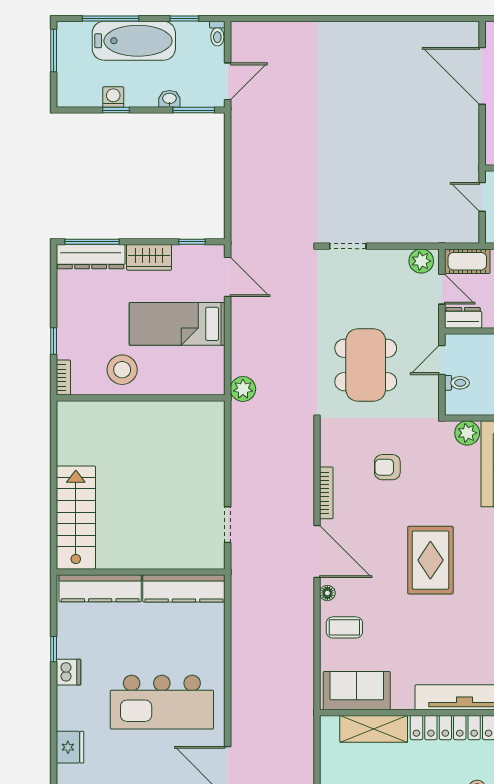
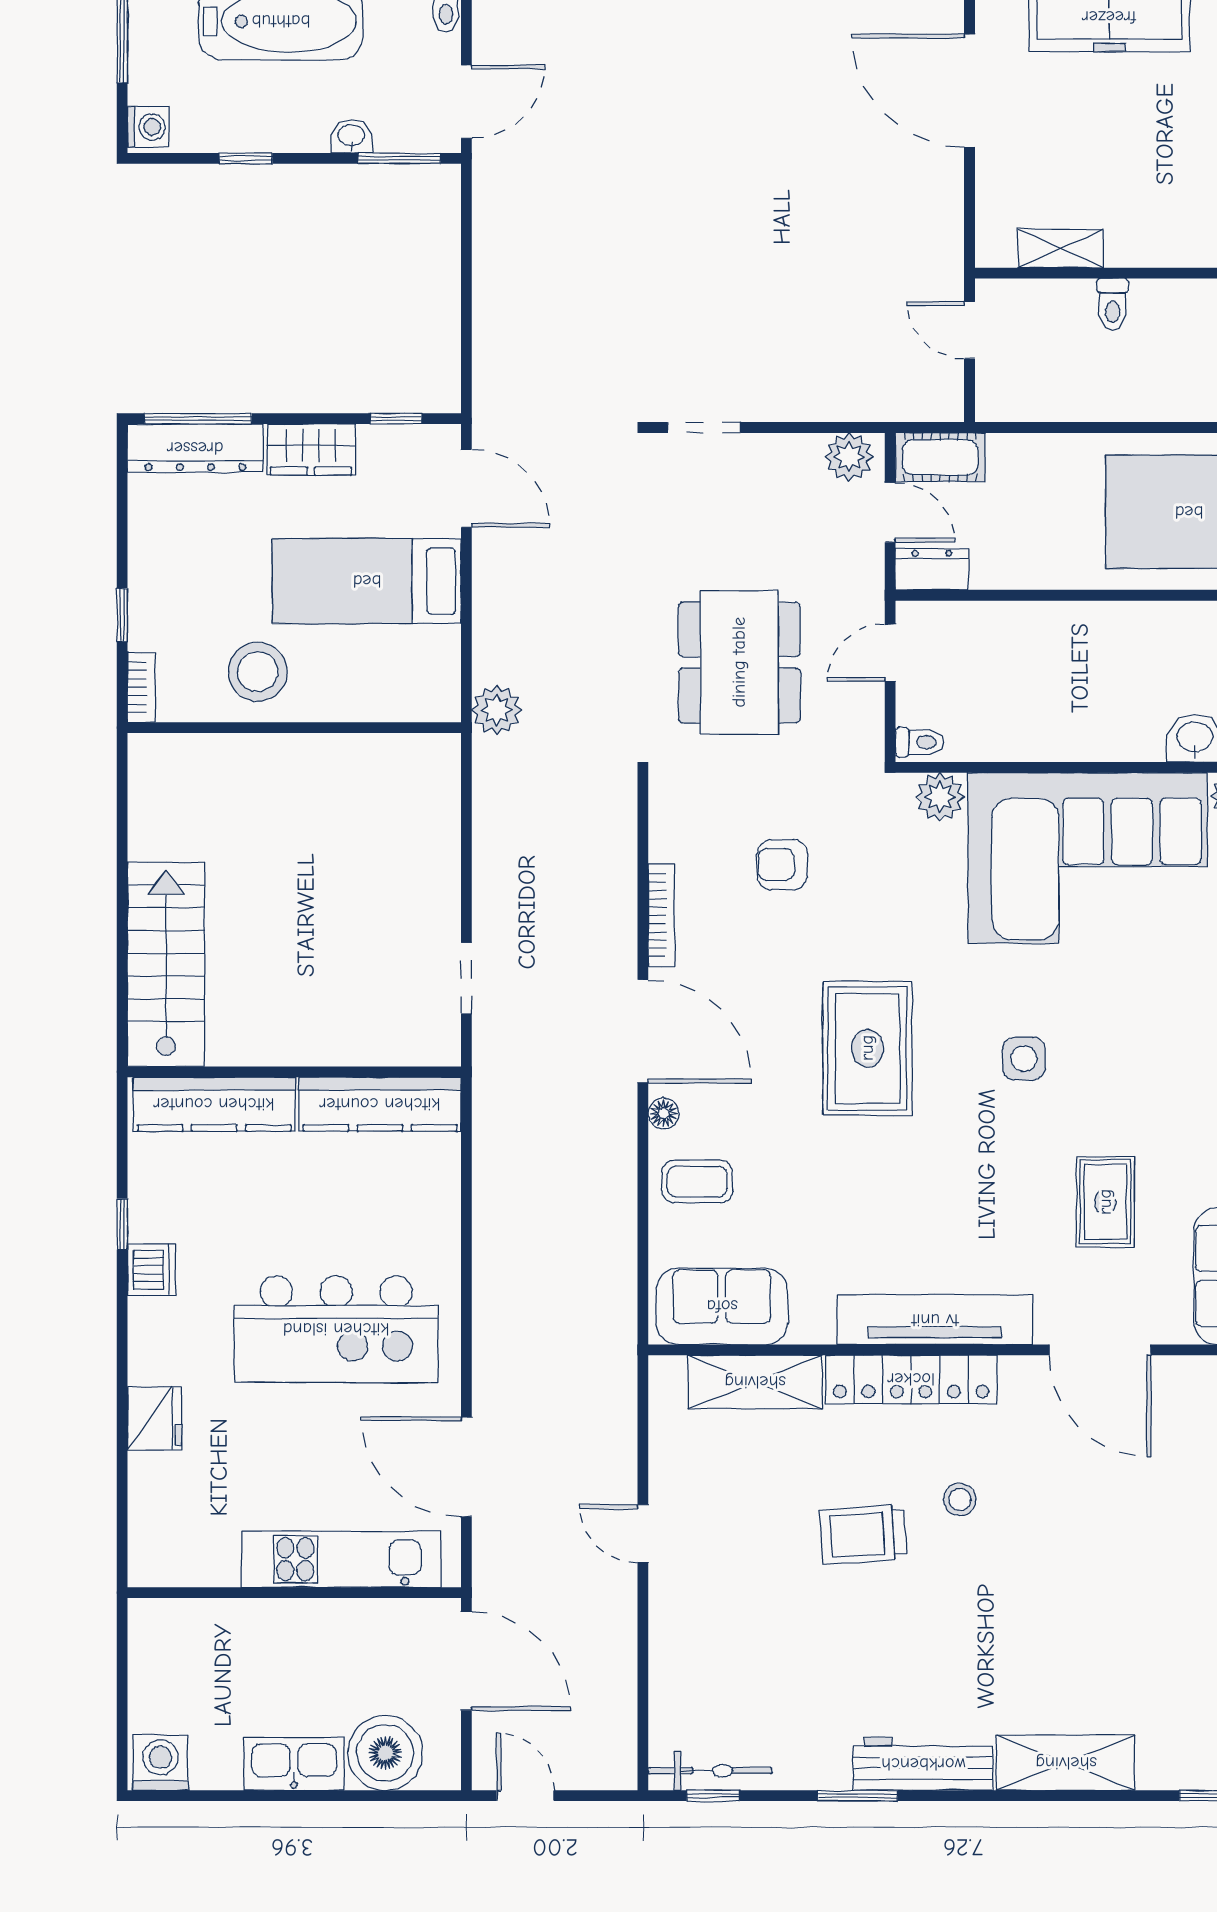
washing machine: (113, 97) -> (148, 127), moved, turned 90
toilet: (457, 383) -> (920, 742), moved

